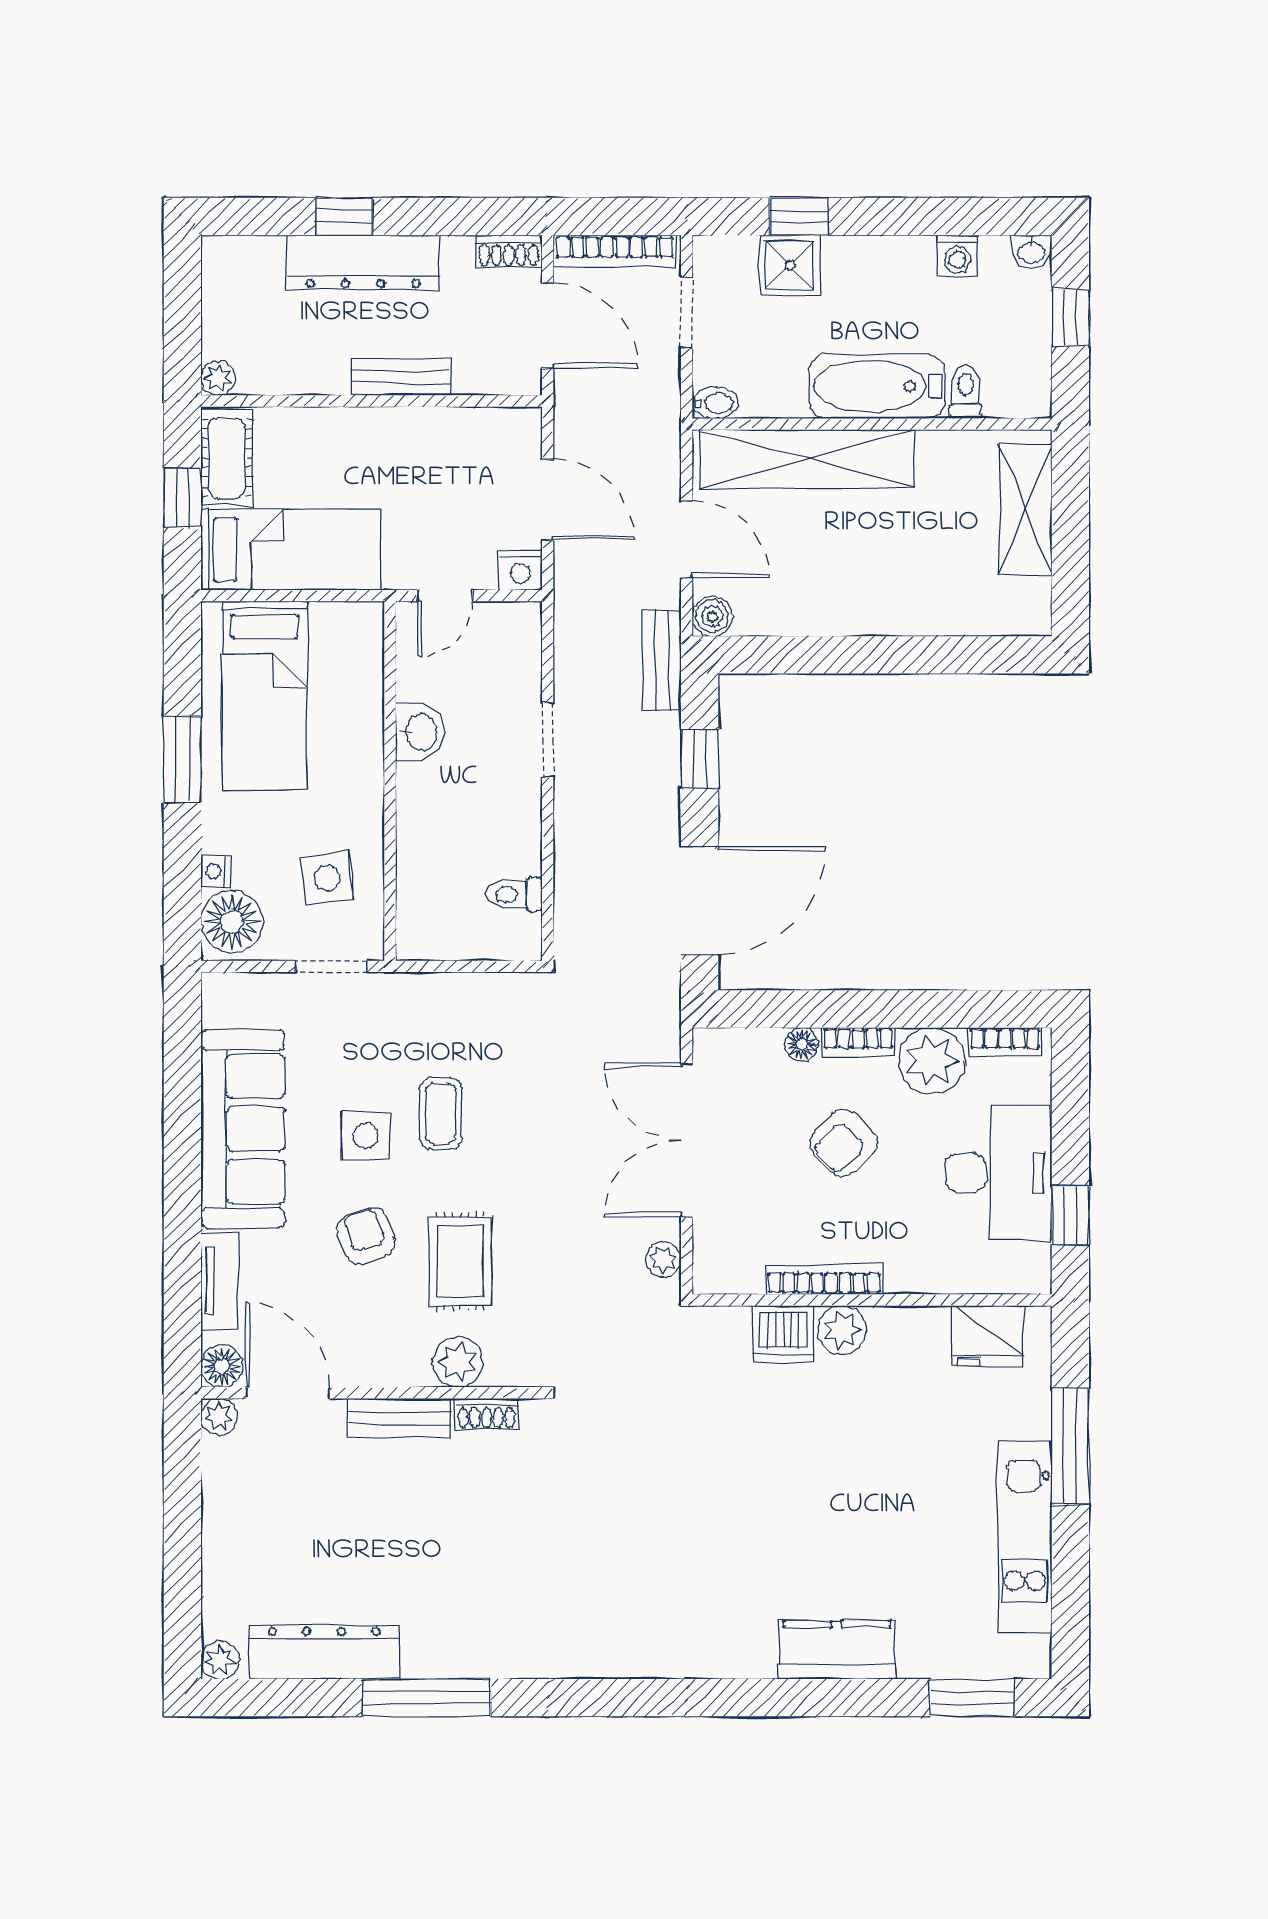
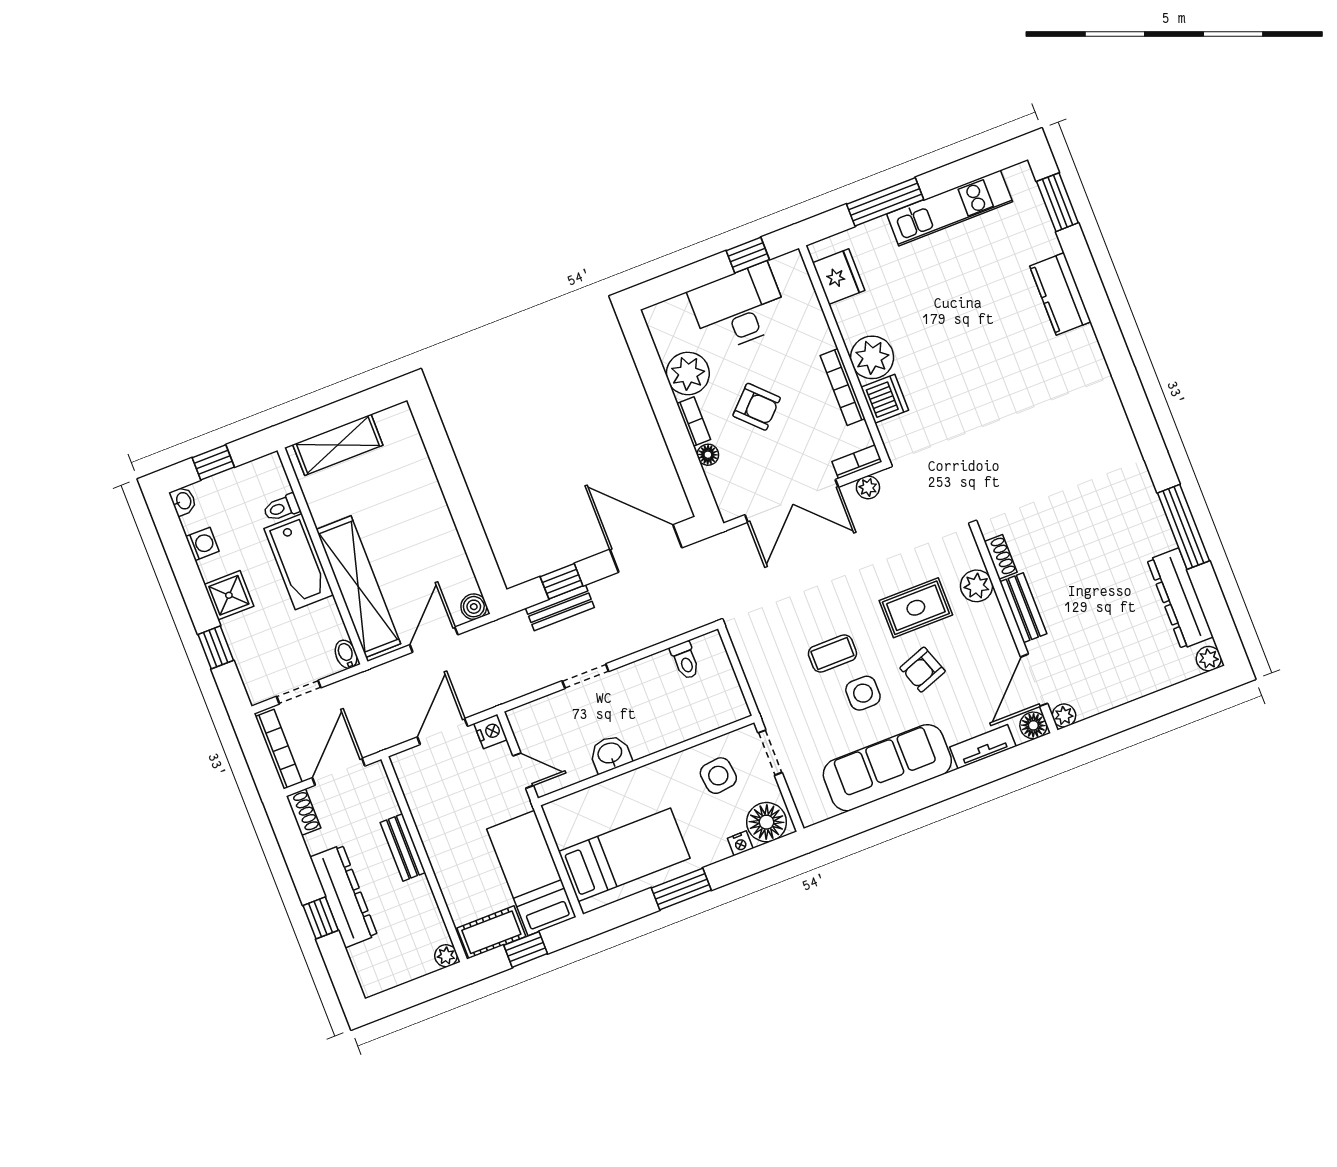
shower: (790, 265) -> (229, 595), moved
bench: (662, 660) -> (560, 608), moved
bookcase: (1005, 1042) -> (857, 462), moved, turned -90
plant: (842, 1330) -> (872, 357), width x1.36, depth x1.36

